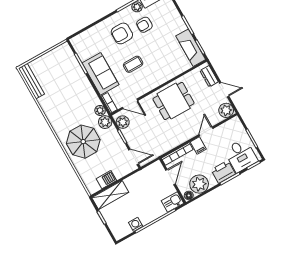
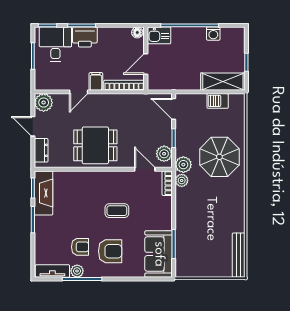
sofa: (100, 74) -> (159, 254), moved
plant: (199, 184) -> (119, 39), removed

